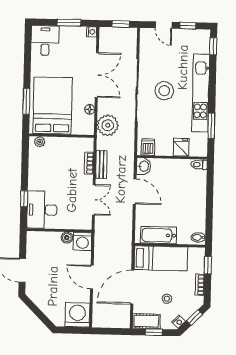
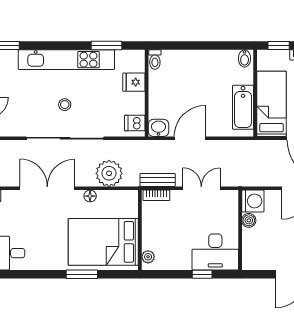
stool: (164, 91) -> (65, 105), width x0.53, depth x0.53
bed: (53, 106) -> (103, 242), moved
wall: (61, 136) -> (140, 230), moved
plant: (40, 142) -> (148, 257), moved

